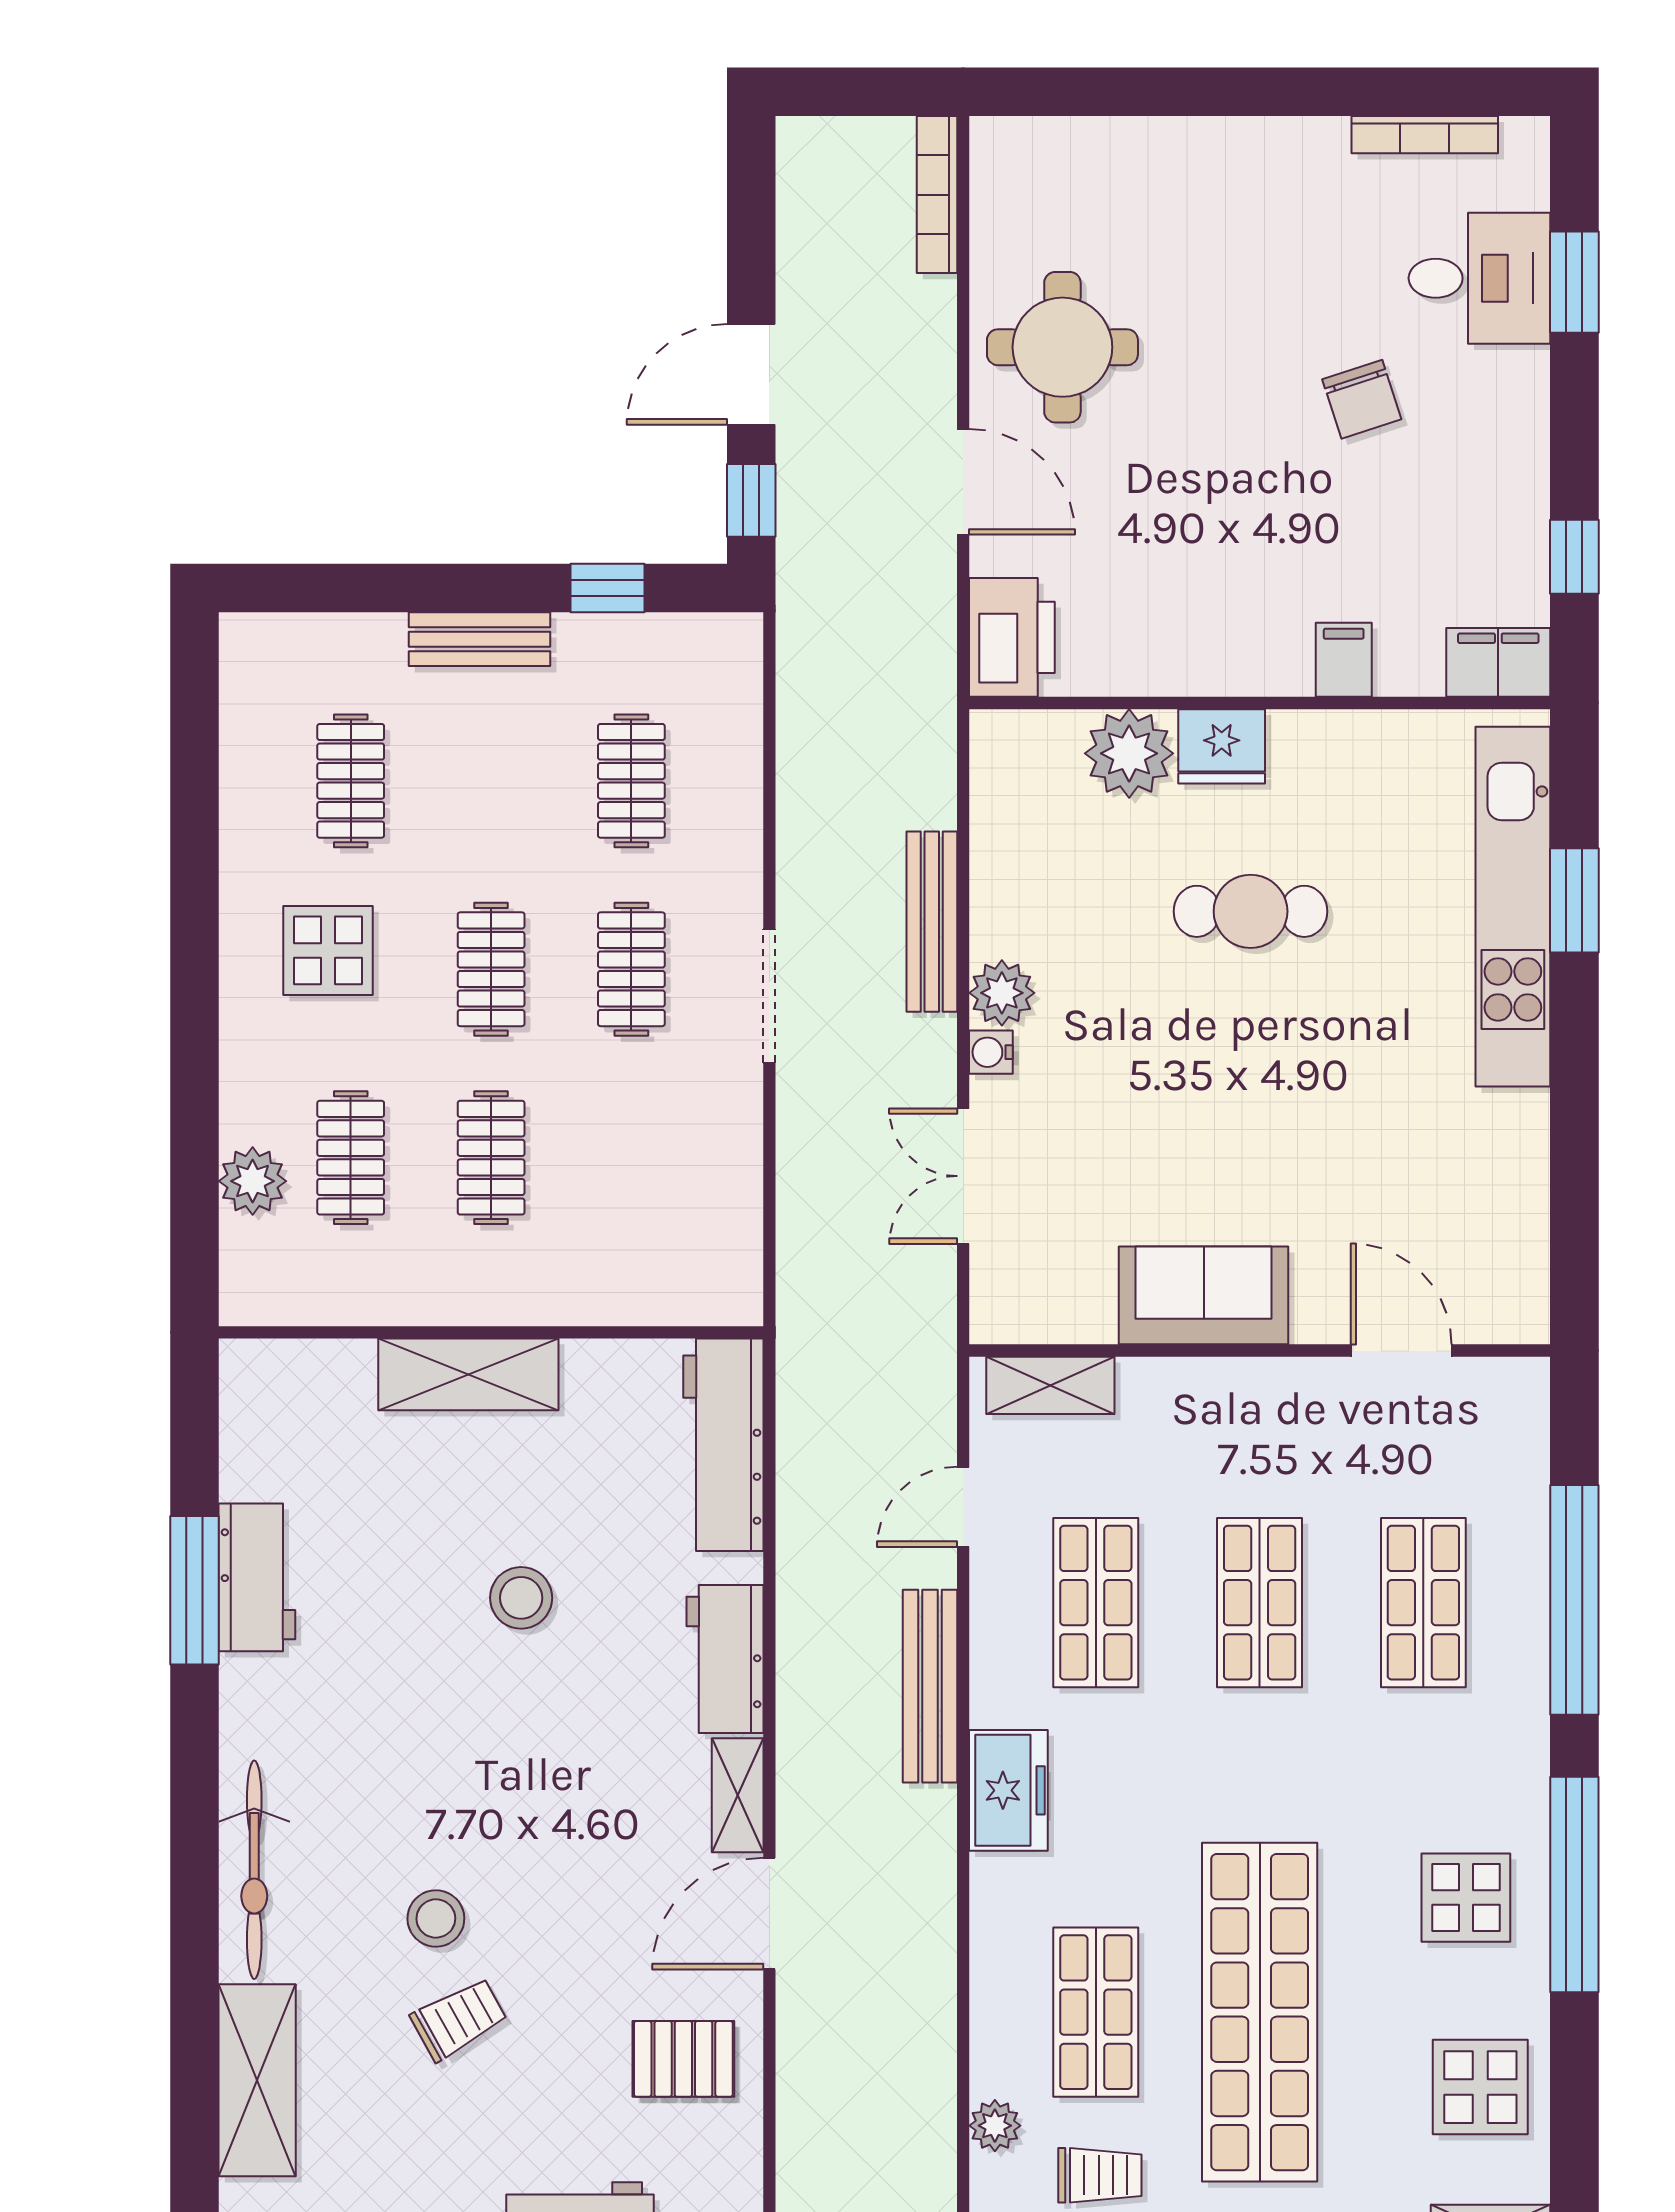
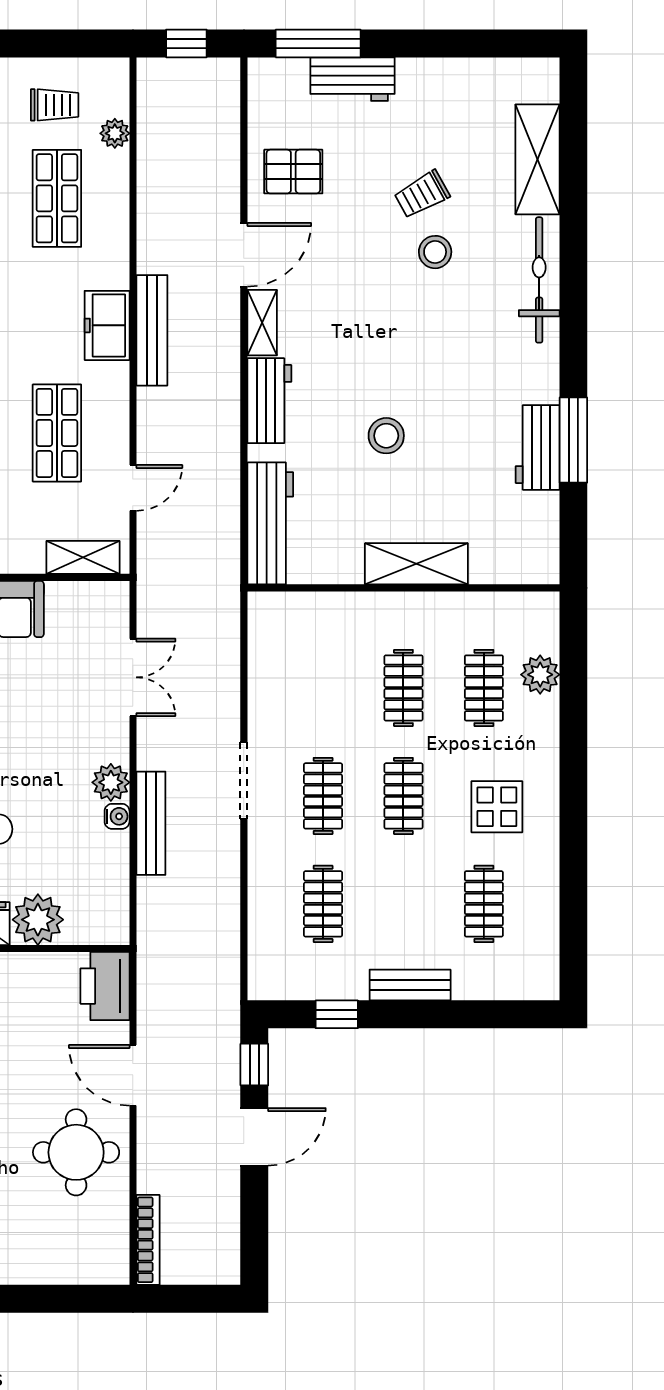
water cooler: (991, 1052) -> (117, 816), moved
bench: (930, 1686) -> (152, 330), moved
trolley: (1100, 2175) -> (55, 105), turned 180

